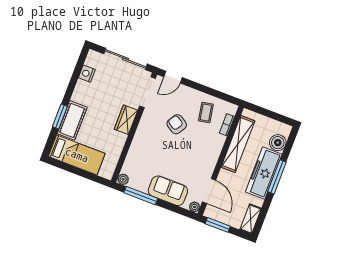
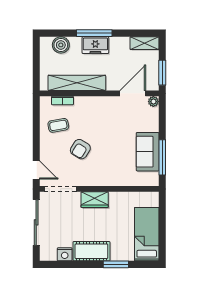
cot: (72, 120) -> (91, 251), moved
freezer: (264, 173) -> (95, 45), width x0.52, depth x0.79
plant: (123, 179) -> (153, 181), removed
sofa: (168, 191) -> (148, 152), moved

